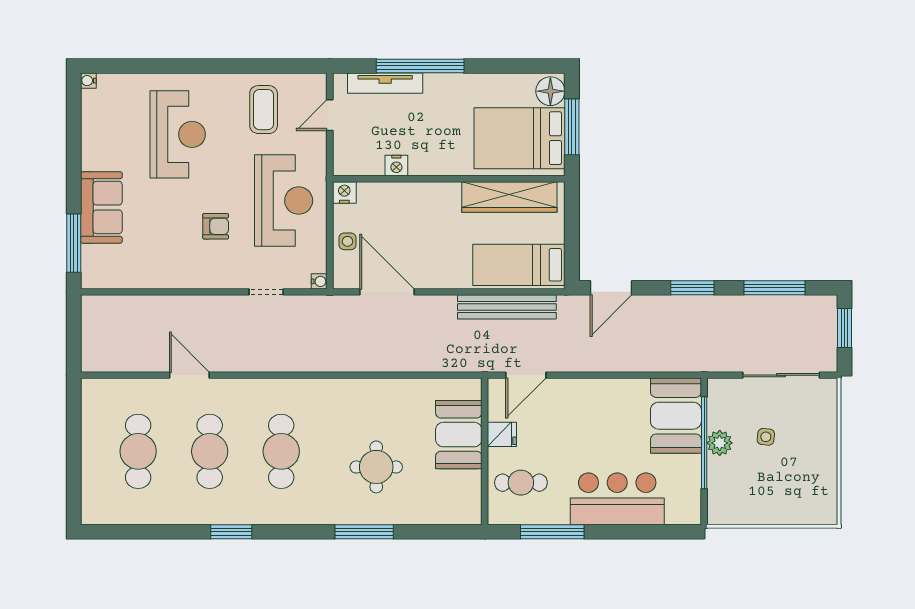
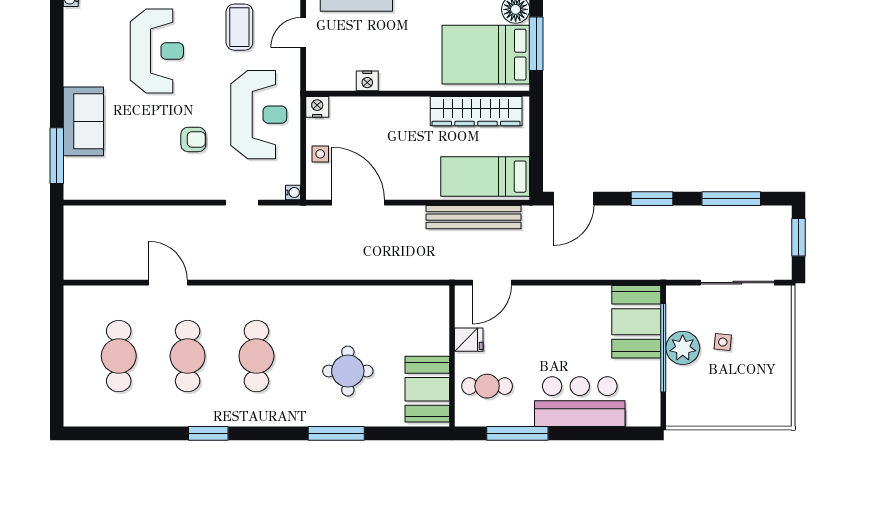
booth: (459, 435) -> (427, 389), moved
plant: (720, 443) -> (683, 348), width x1.36, depth x1.36

